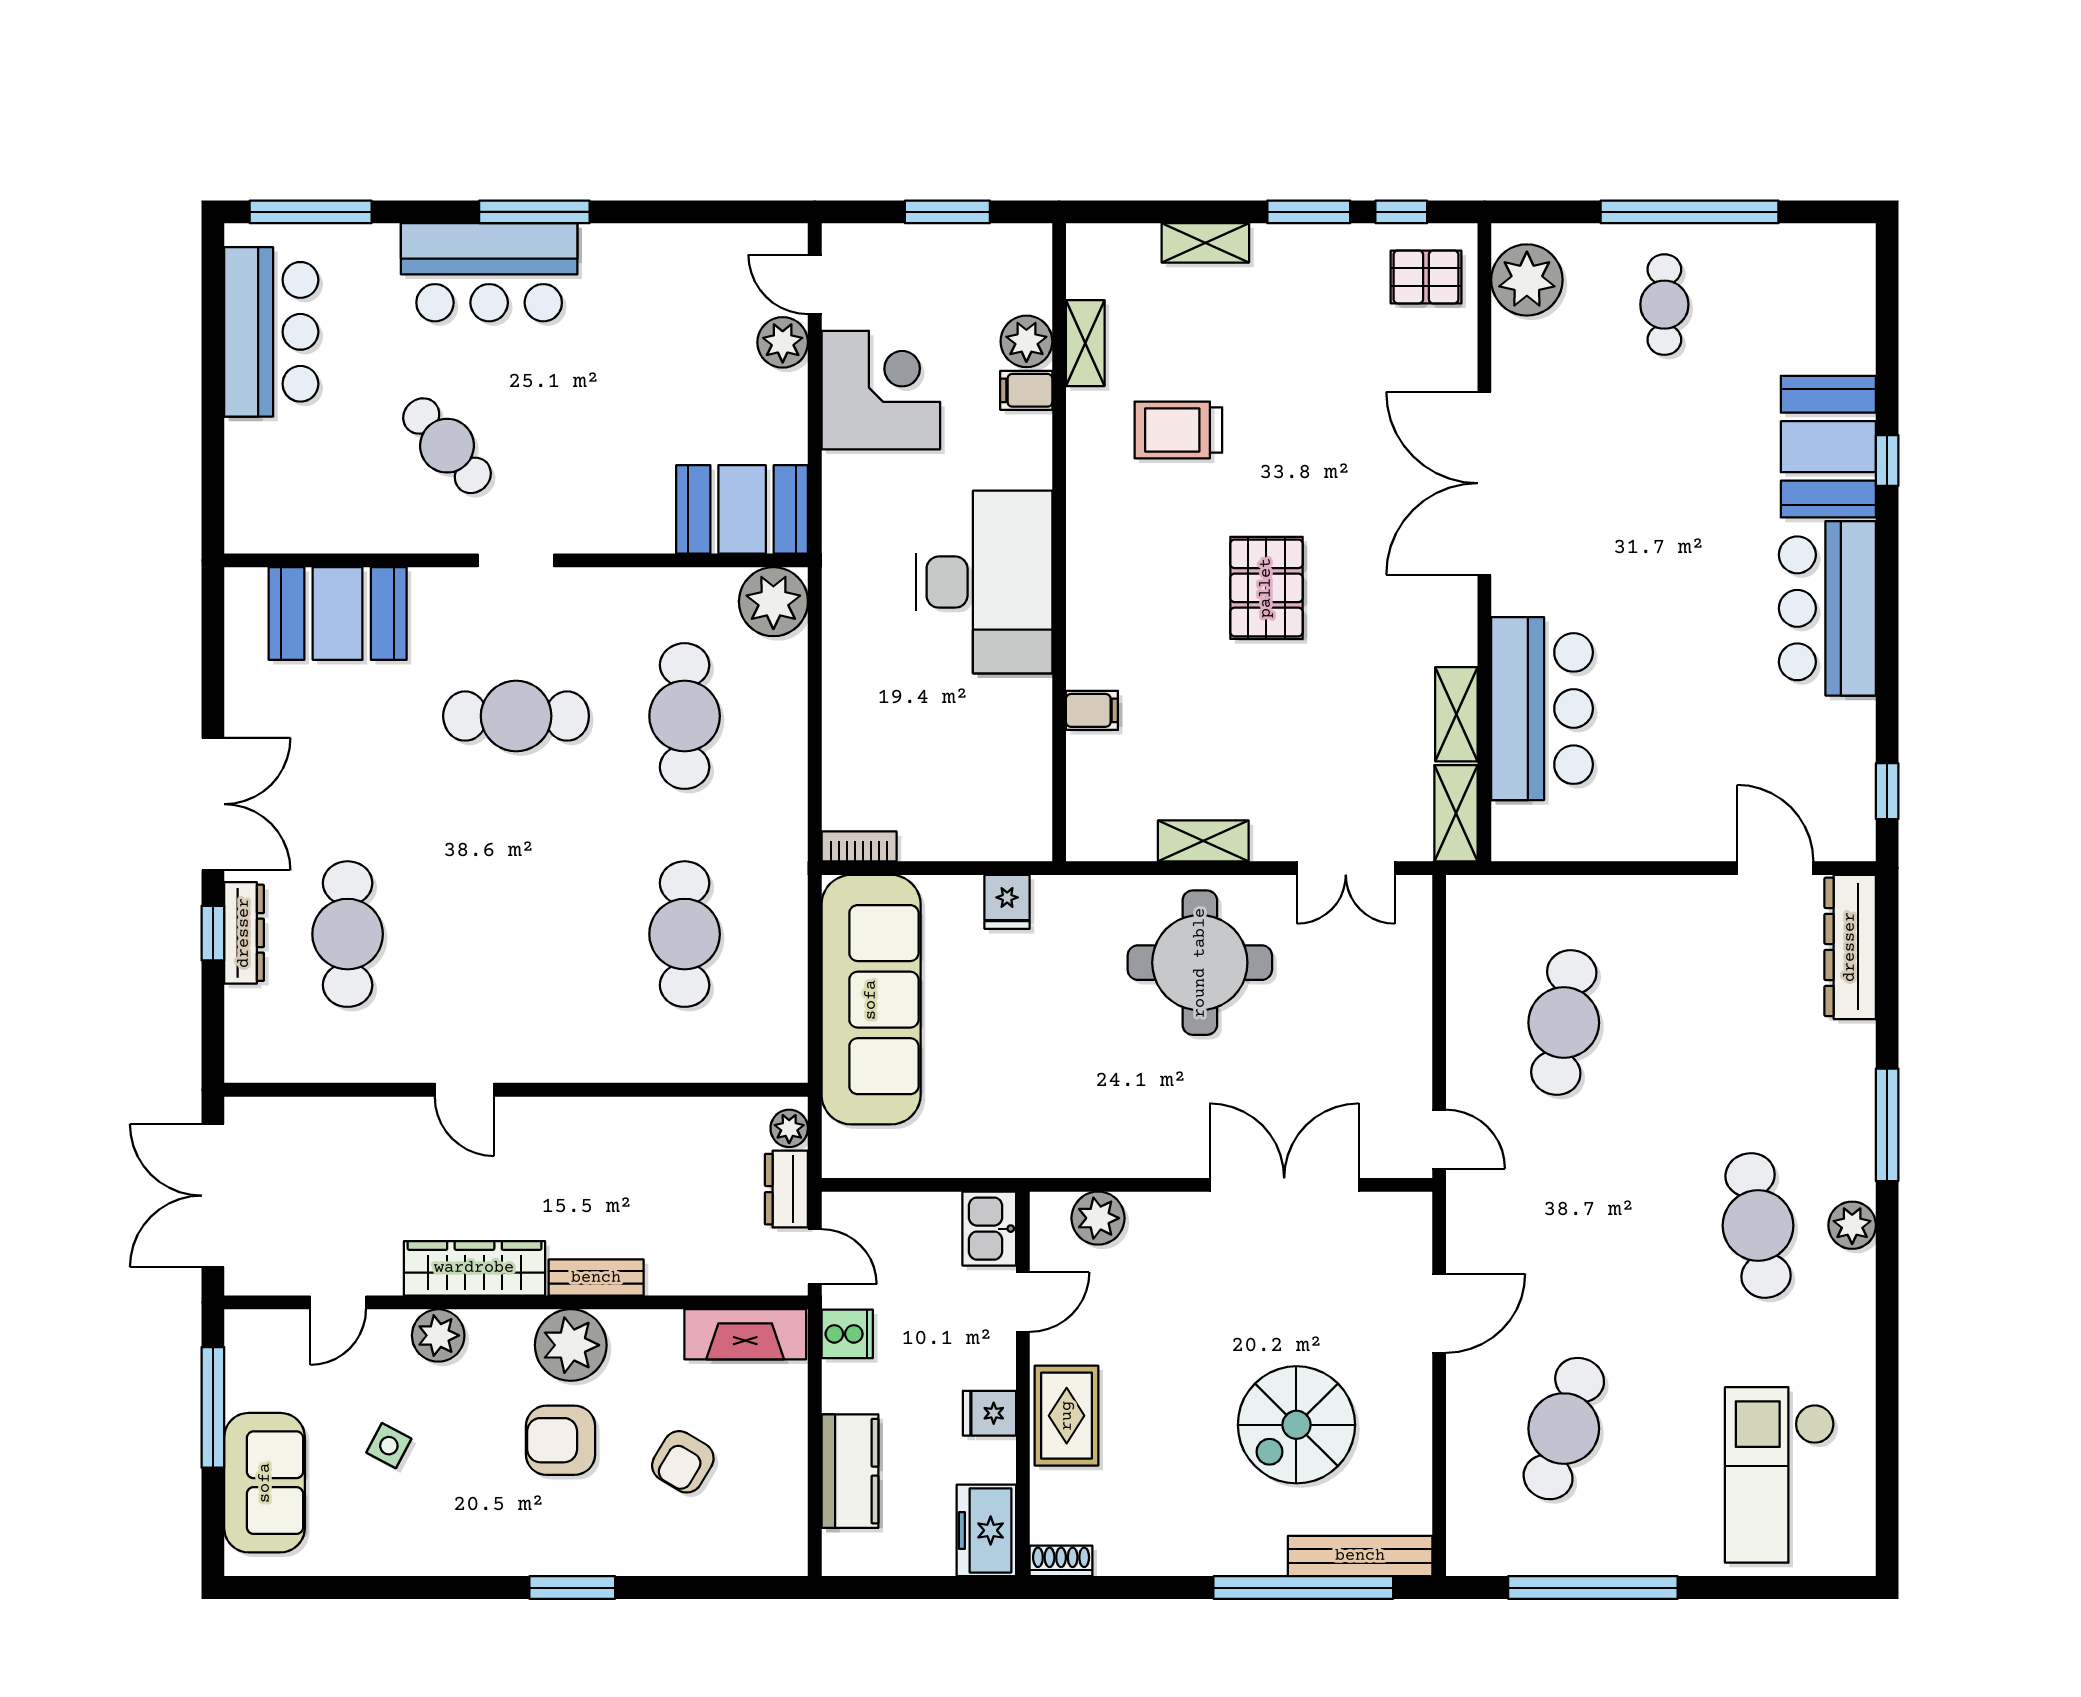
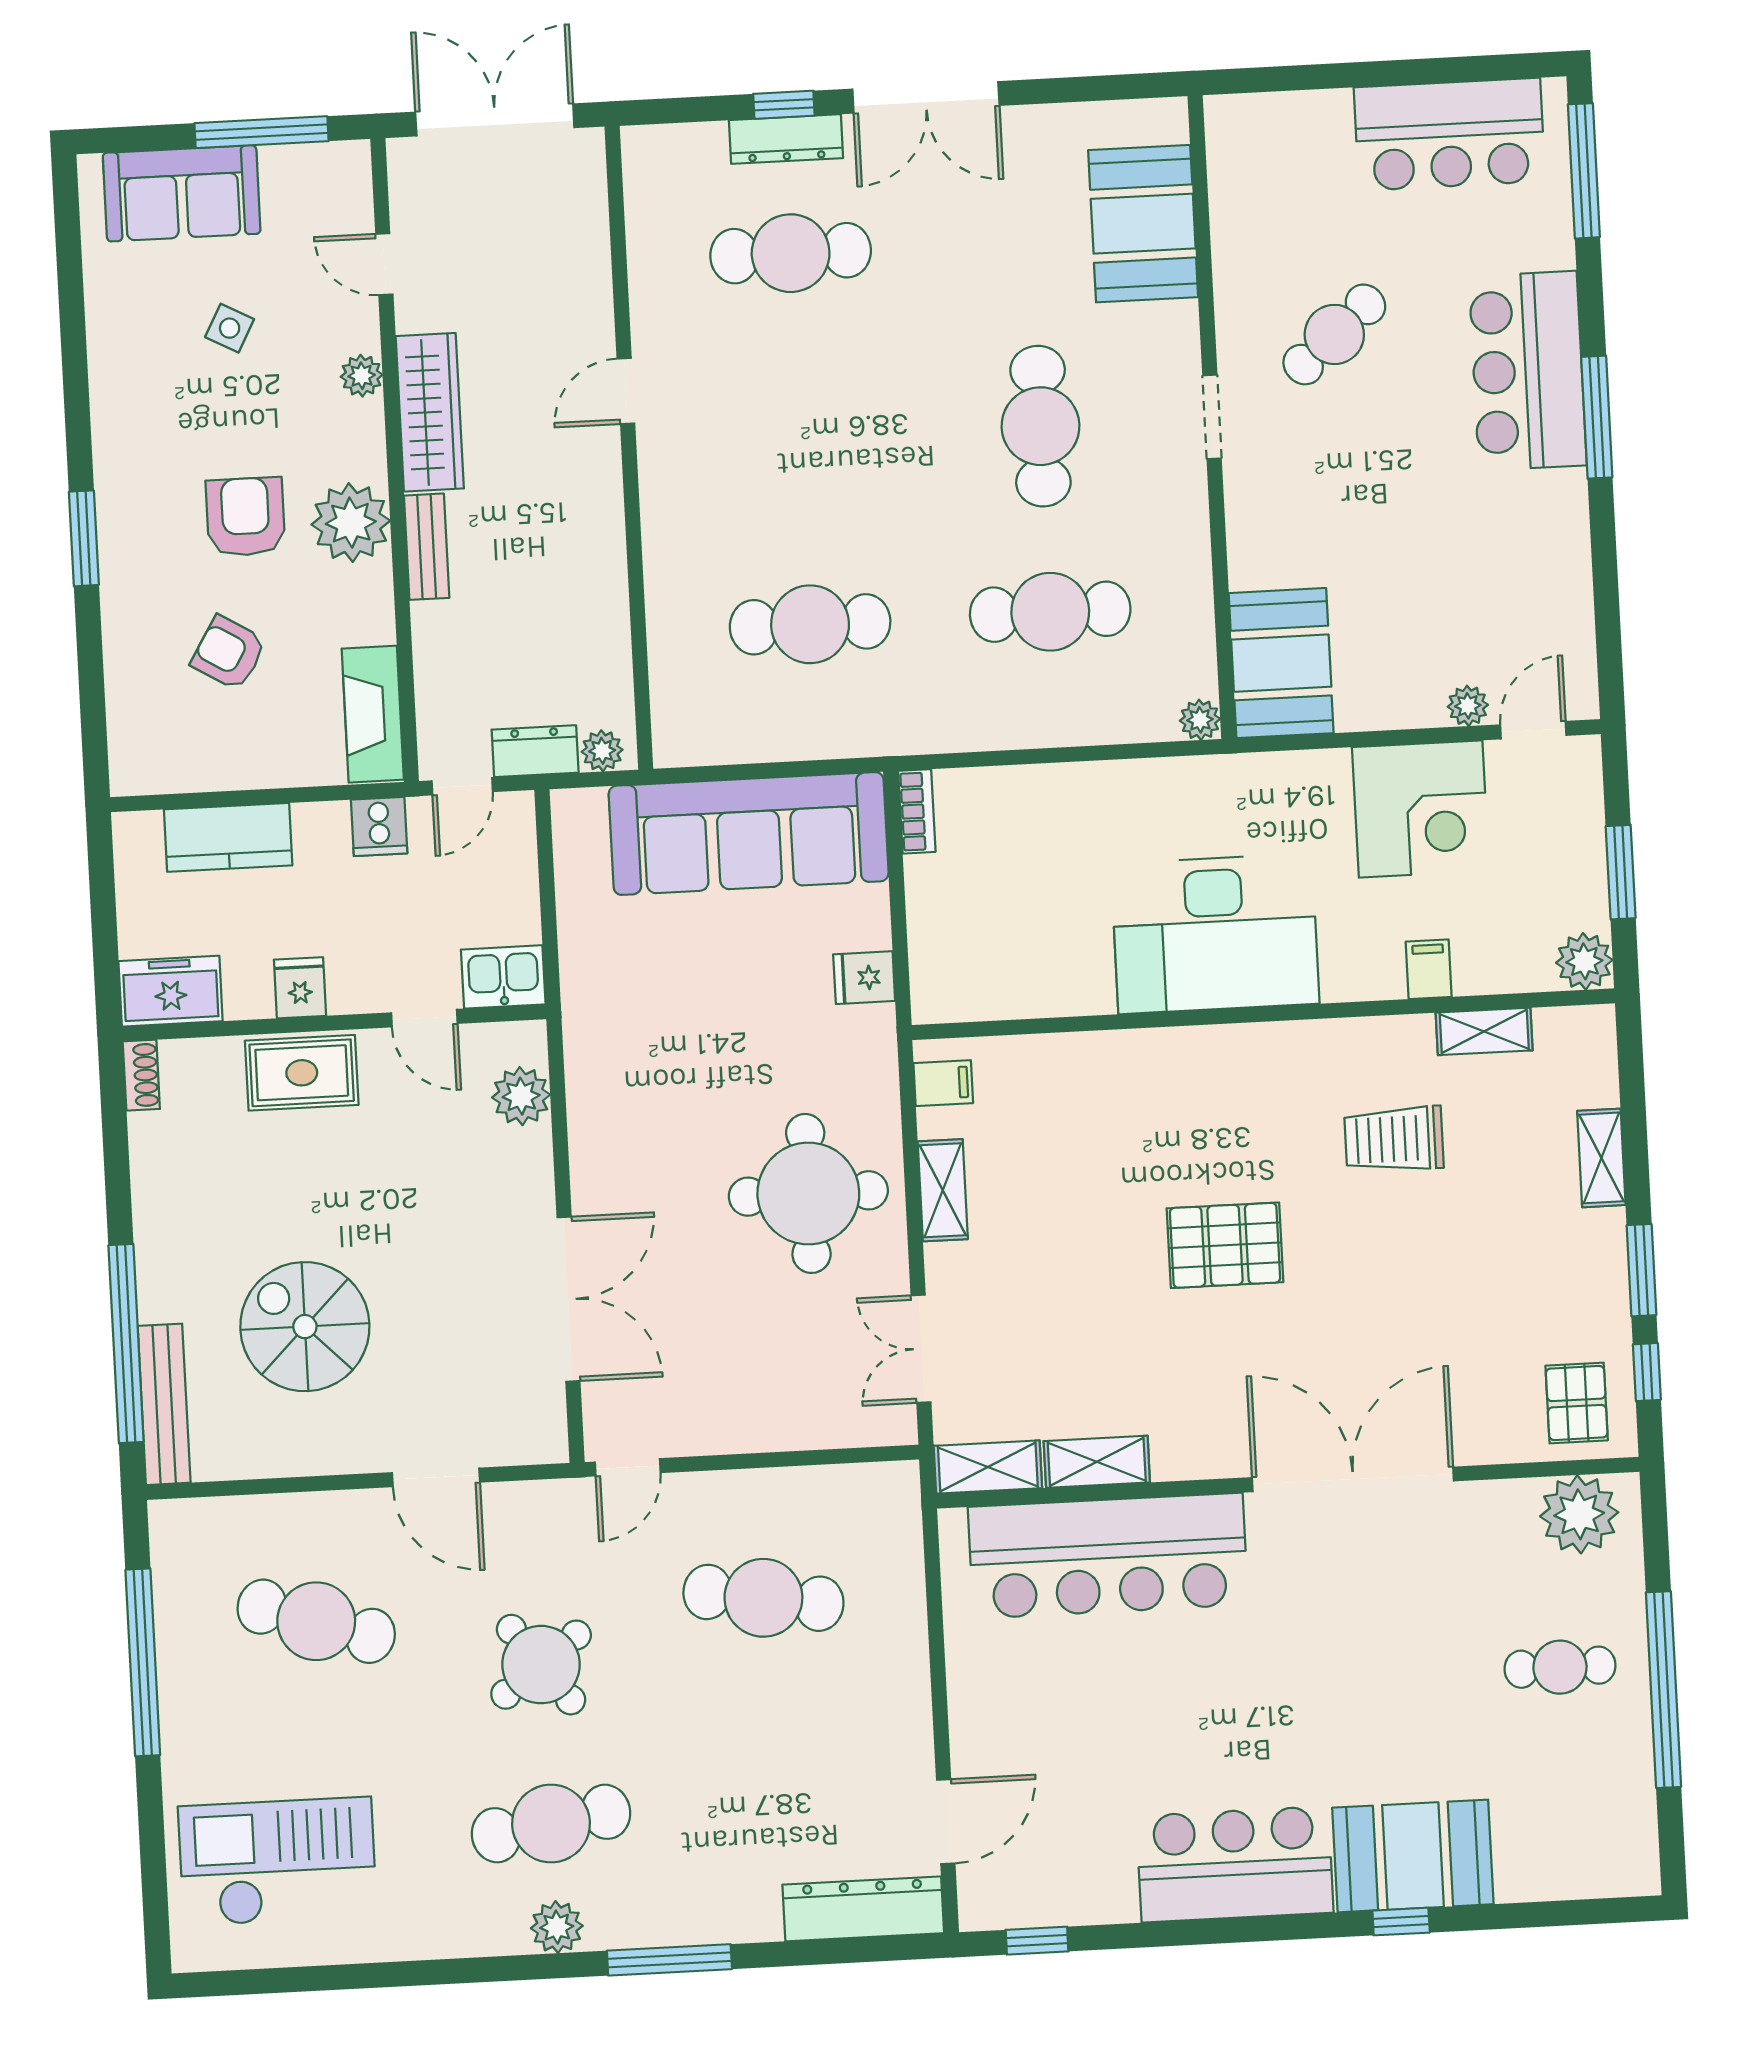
plant: (1026, 341) -> (1584, 961), moved
plant: (783, 342) -> (1468, 706), width x0.73, depth x0.73
trolley: (1178, 430) -> (1394, 1139), turned -90
plant: (773, 602) -> (1200, 720), width x0.53, depth x0.53
bar counter: (1542, 709) -> (1108, 1556), width x1.36
filing cabinet: (1092, 710) -> (943, 1083), moved, turned -90
round table: (1614, 1227) -> (541, 1665), added
plant: (438, 1335) -> (362, 376), width x0.73, depth x0.73

